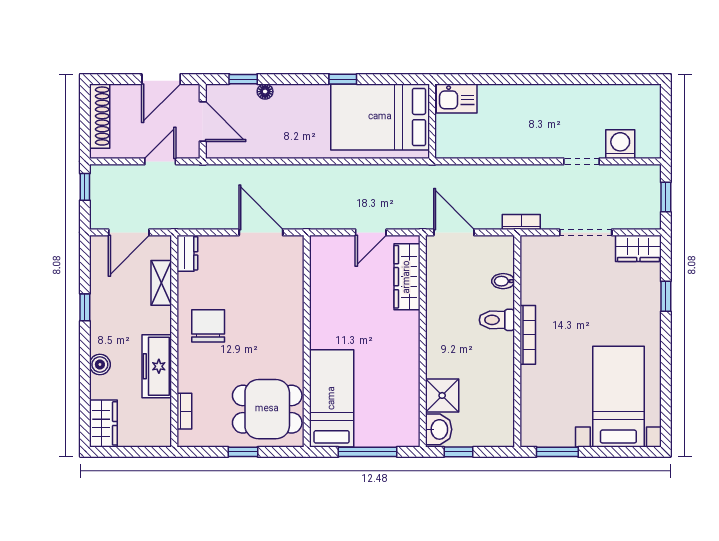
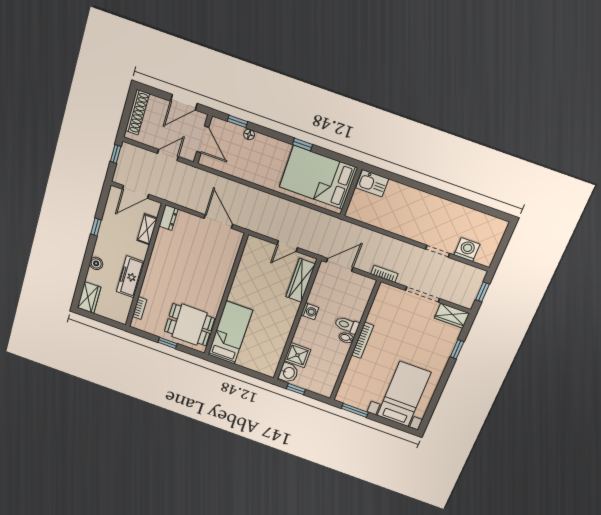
door: (454, 232) -> (340, 265), hinge flipped
bidet: (503, 281) -> (346, 338), moved
washing machine: (437, 319) -> (310, 311), added
chair: (208, 326) -> (168, 265), removed
window: (368, 452) -> (242, 370), removed

